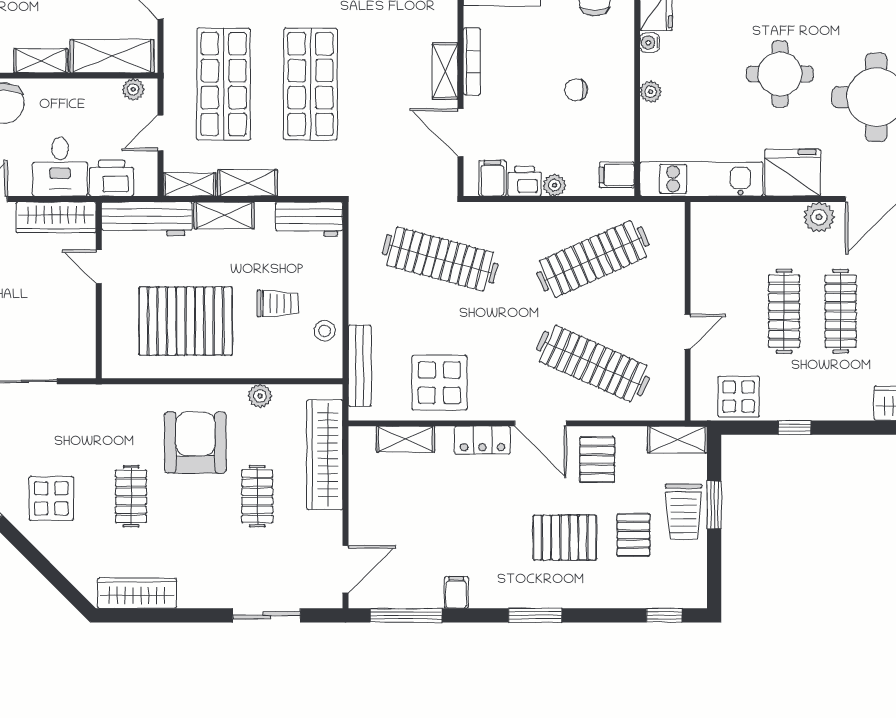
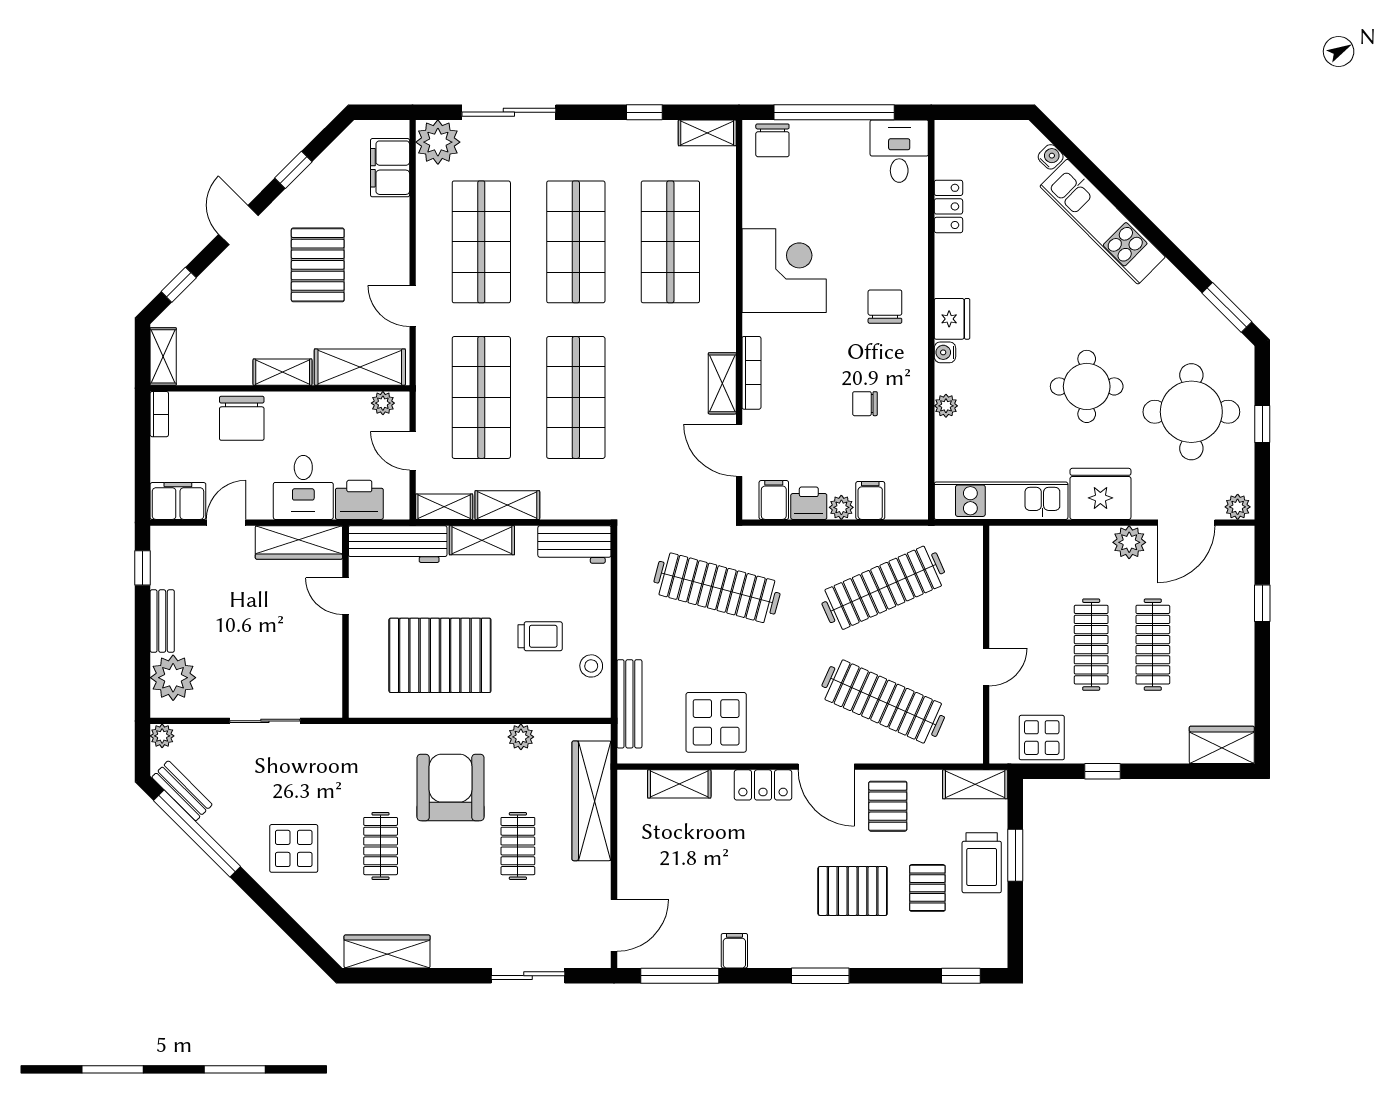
door: (160, 133) -> (413, 451), hinge flipped
filing cabinet: (617, 175) -> (870, 500), moved, turned 90

